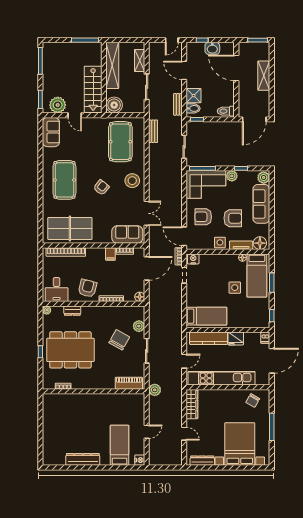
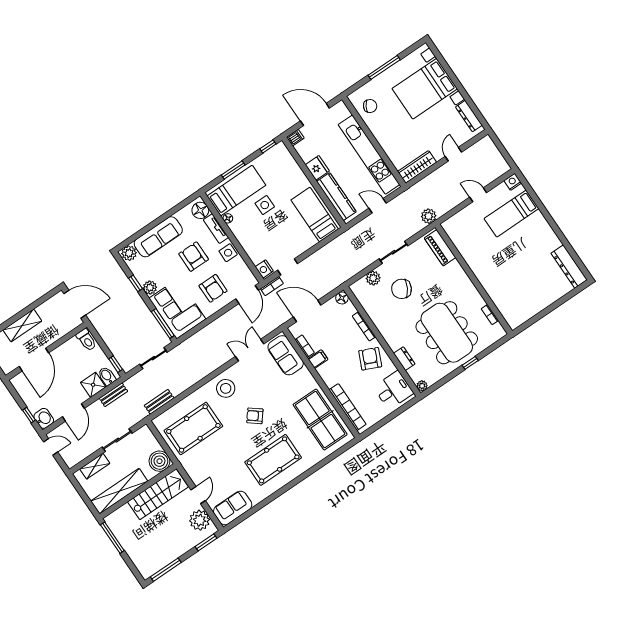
washbasin: (212, 48) -> (44, 418), moved
armchair: (87, 288) -> (370, 359), turned 100
dresser: (83, 459) -> (569, 267), moved

